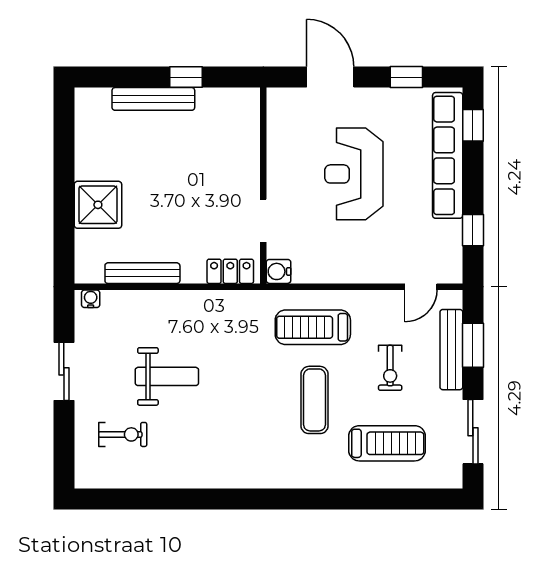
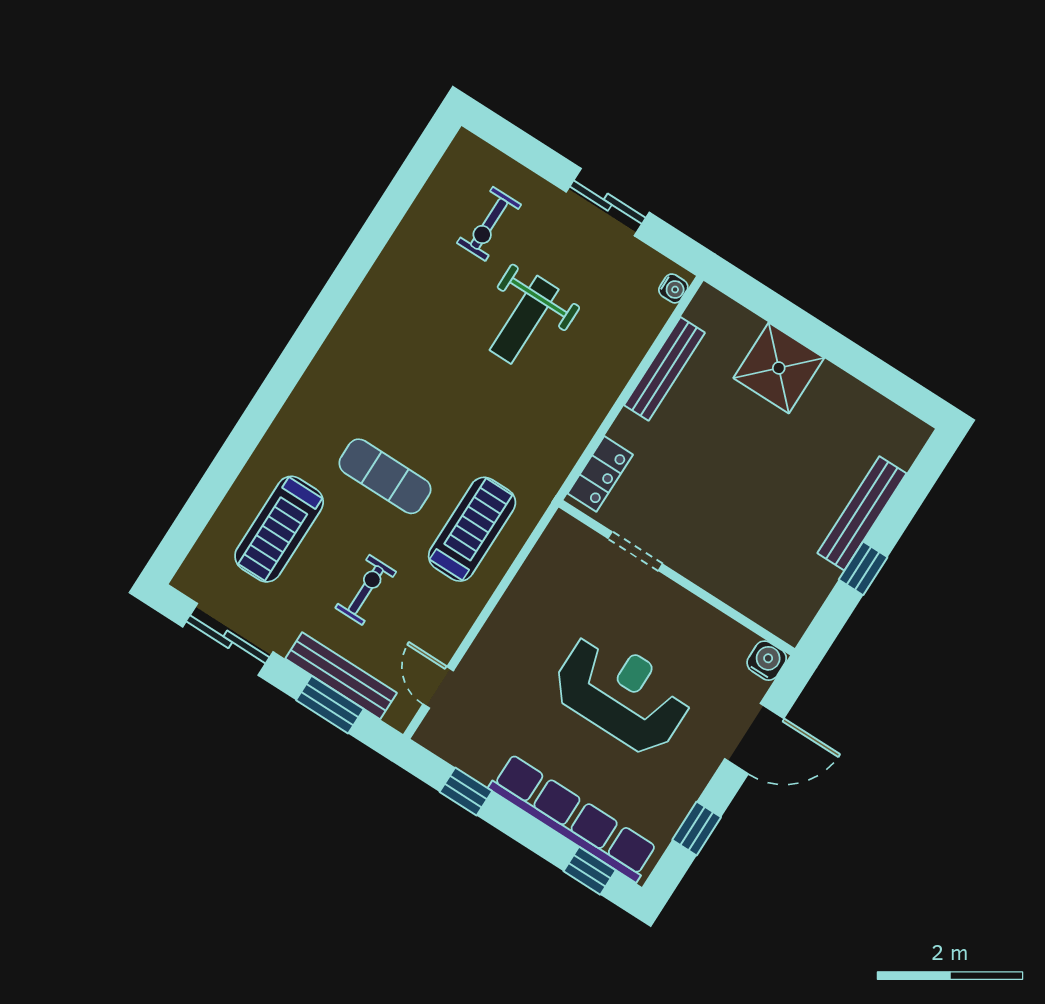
water cooler: (279, 271) -> (767, 661), moved
exercise bike: (390, 368) -> (366, 590), turned 90

